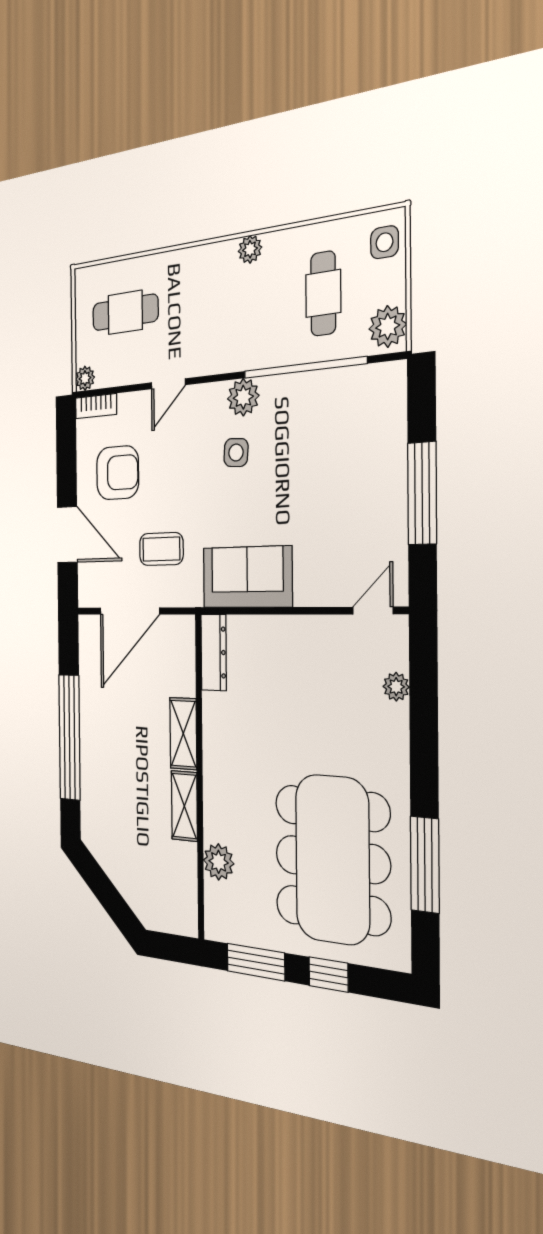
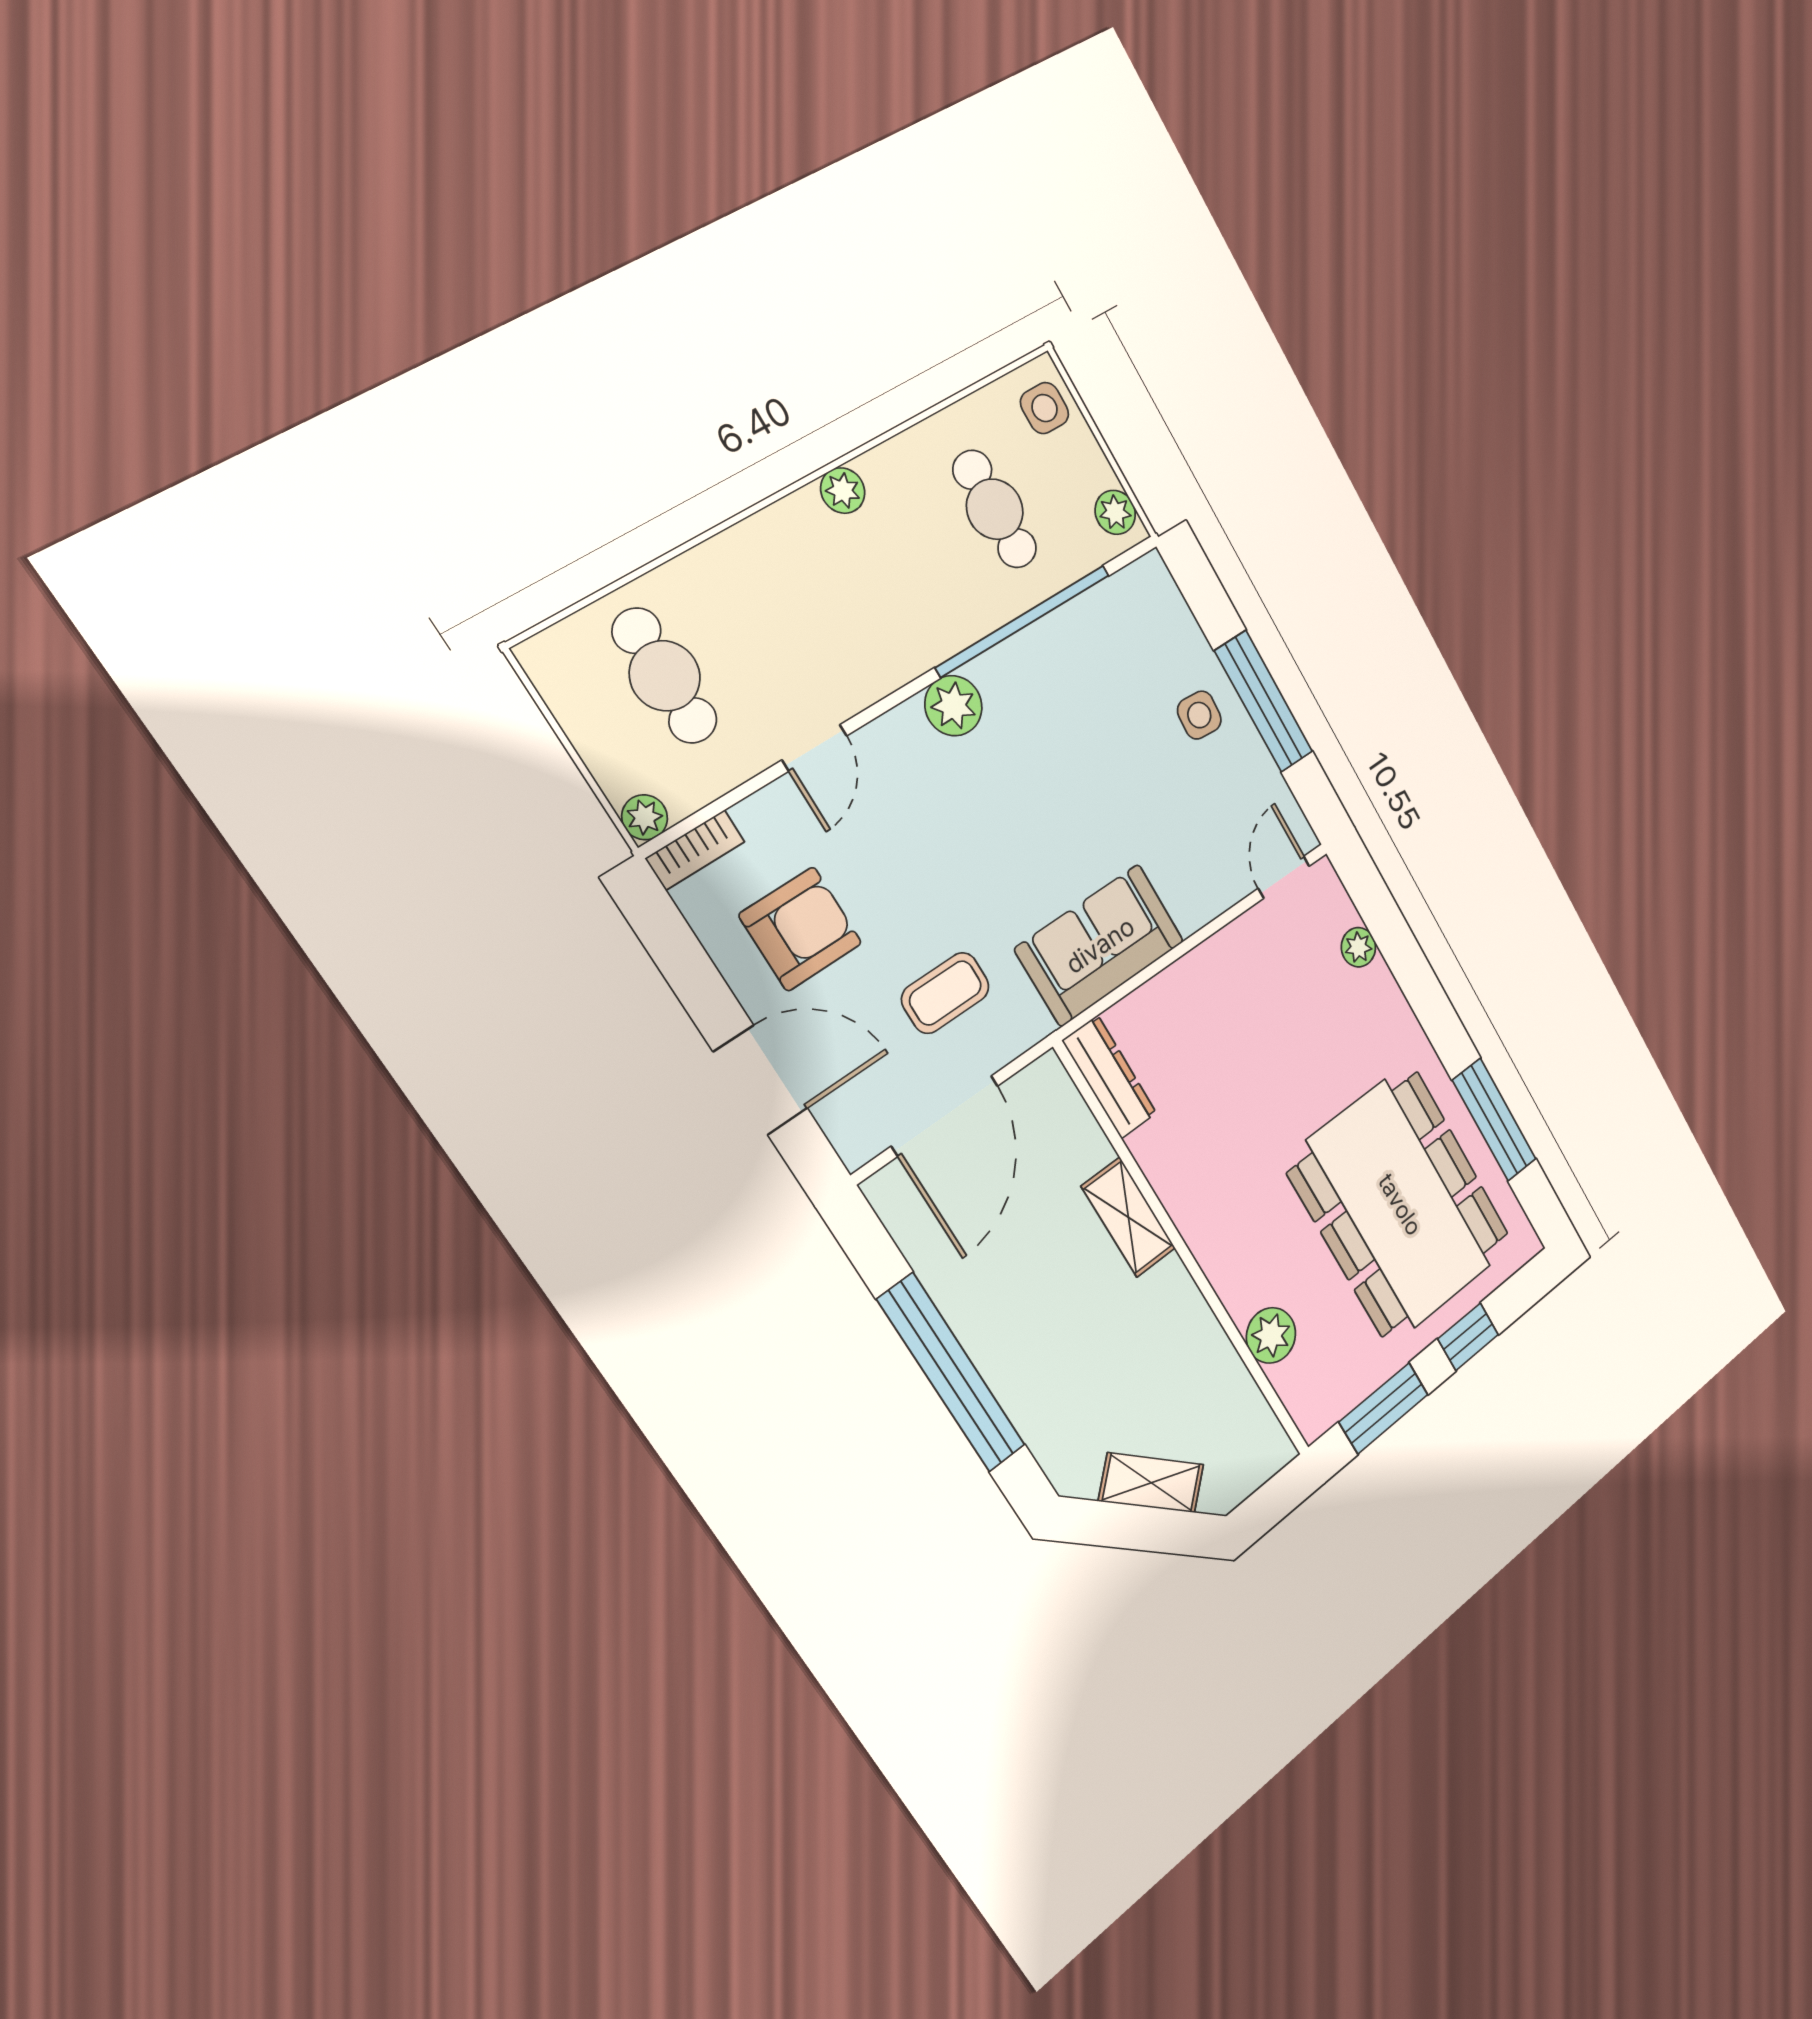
cafe table: (125, 312) -> (665, 676), turned 90
plant: (388, 326) -> (1115, 512), width x0.73, depth x0.73
side table: (236, 453) -> (1199, 715), moved
shelving: (184, 806) -> (1151, 1483), moved, turned -45

